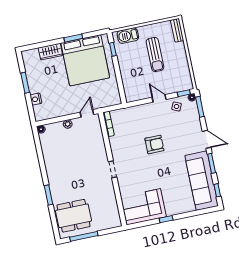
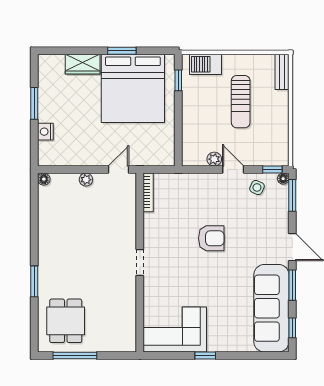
plant: (146, 94) -> (214, 159), added
dining table: (74, 216) -> (66, 321), width x0.73

